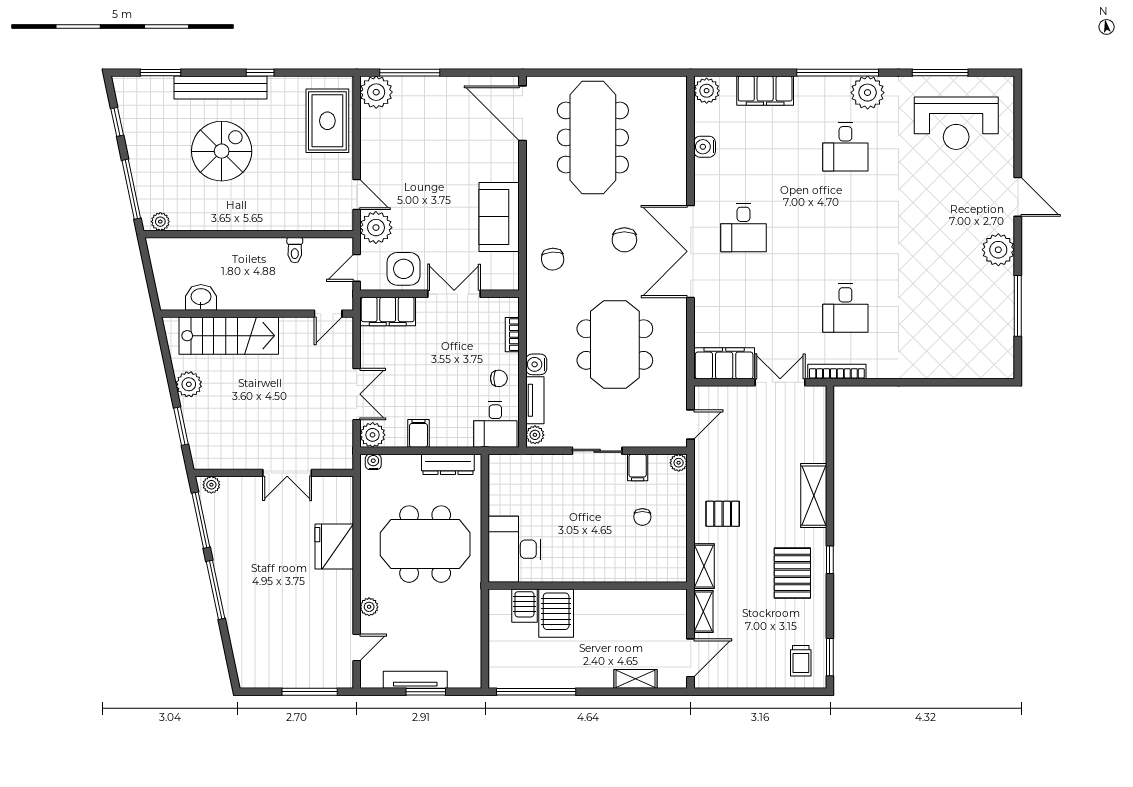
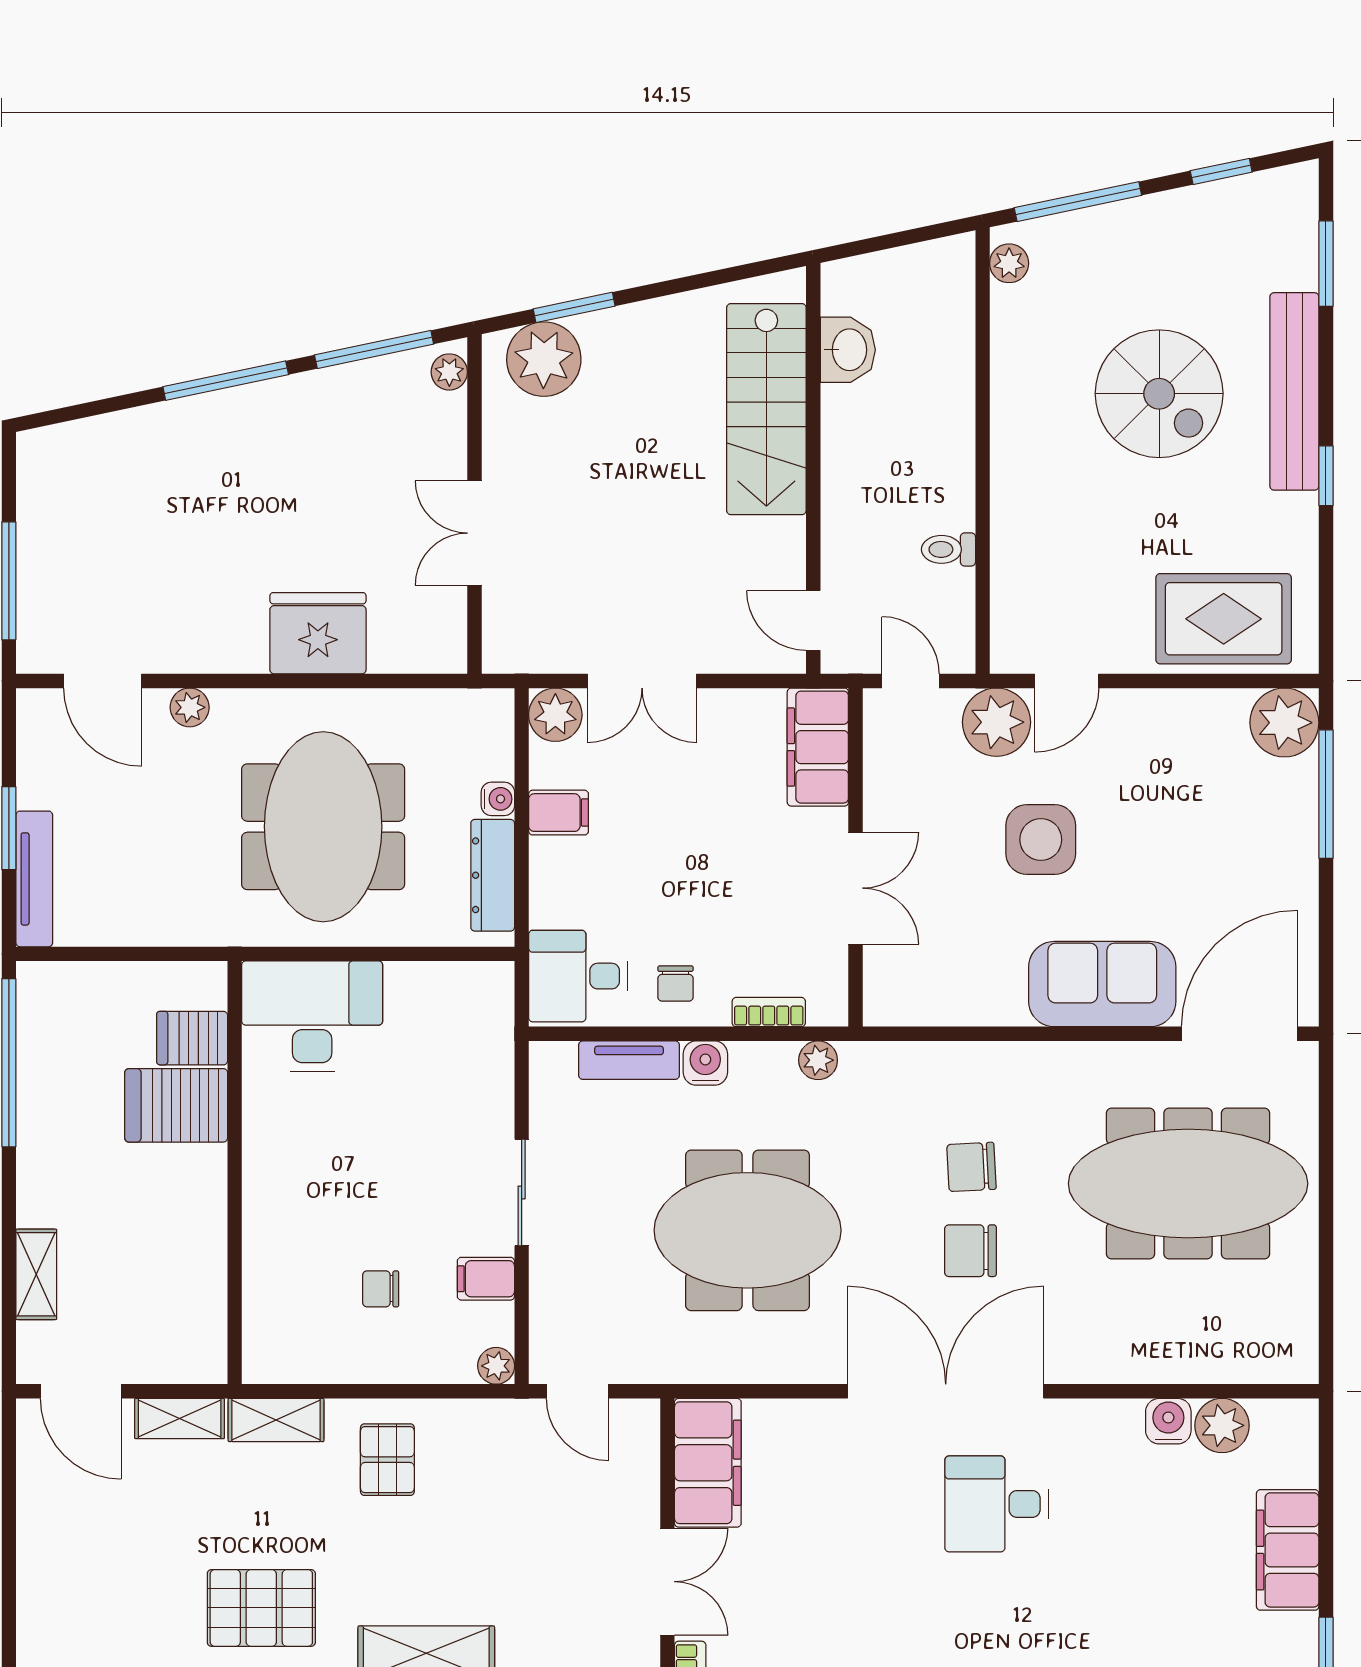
plant: (707, 91) -> (1222, 1425), moved
sofa: (499, 217) -> (1102, 984), moved
chair: (553, 259) -> (971, 1167), moved
side table: (404, 269) -> (1041, 840), moved
plant: (189, 384) -> (544, 359), moved, width x1.36, depth x1.36
plant: (535, 435) -> (818, 1060), moved
water cooler: (373, 462) -> (498, 799), moved
door: (357, 648) -> (103, 681), width x1.38
trolley: (801, 661) -> (75, 1626), removed
tv unit: (415, 680) -> (34, 879), moved

